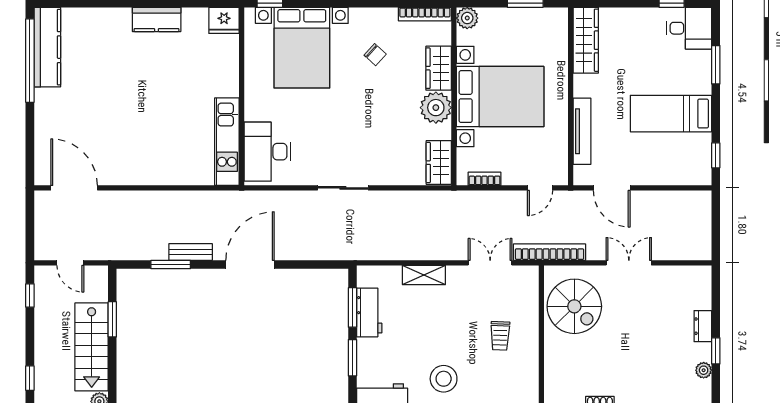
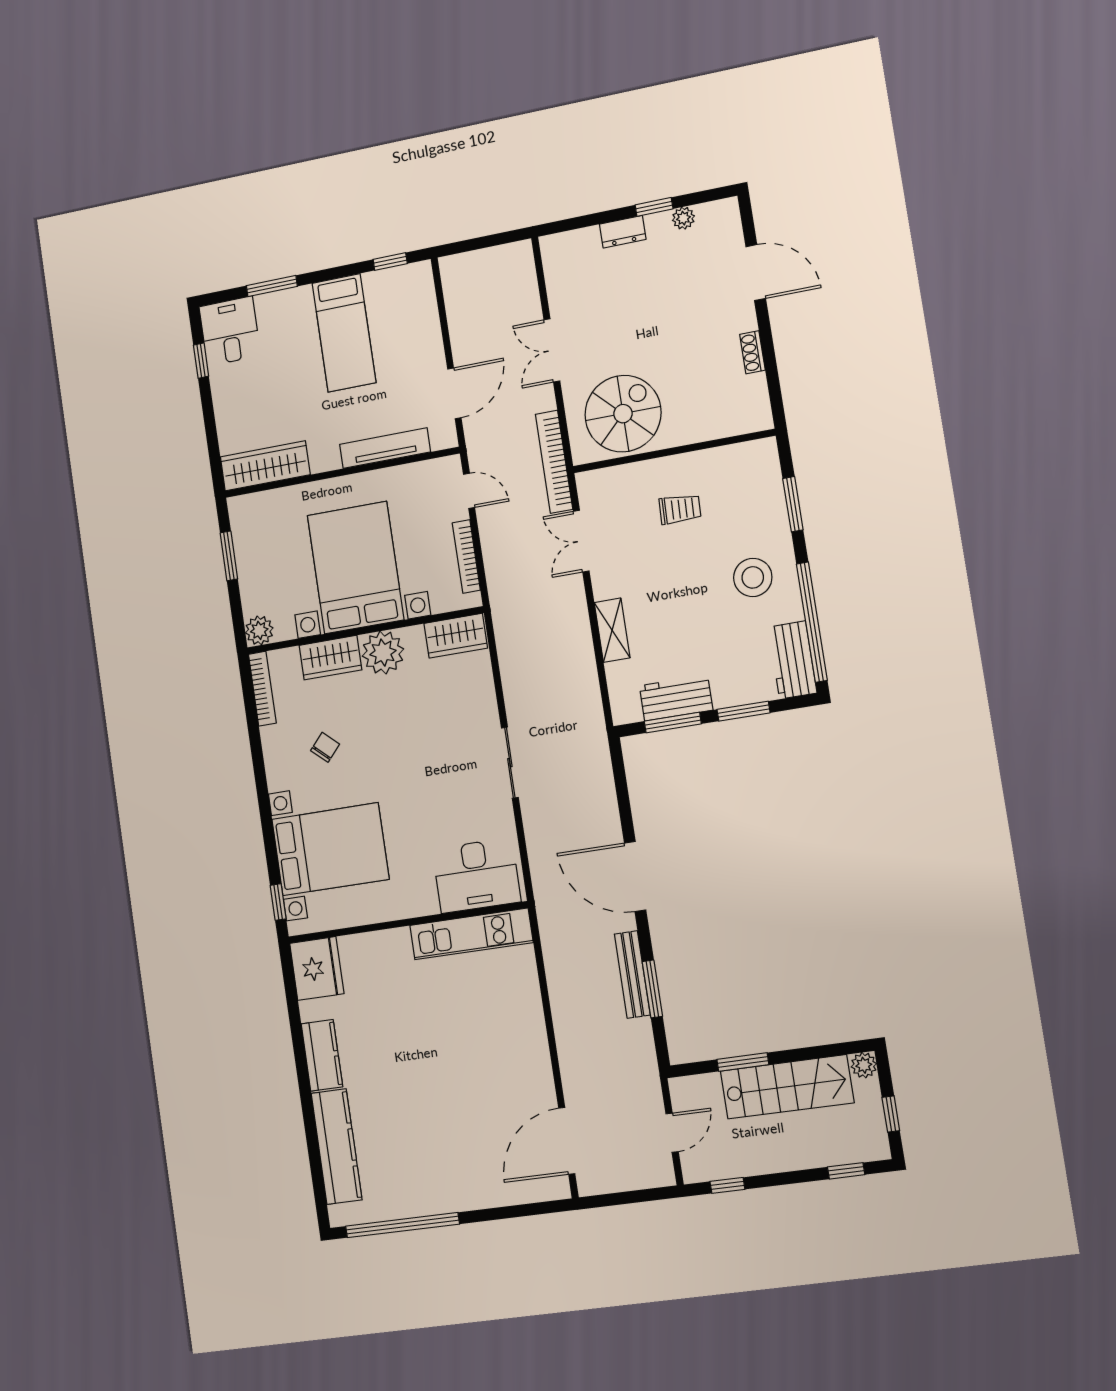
fridge: (224, 20) -> (317, 968), width x1.36, depth x1.34
kitchen counter: (47, 47) -> (337, 1147), moved, turned 90
bookcase: (485, 179) -> (466, 556), width x1.56
bench: (191, 252) -> (632, 974), width x1.36

